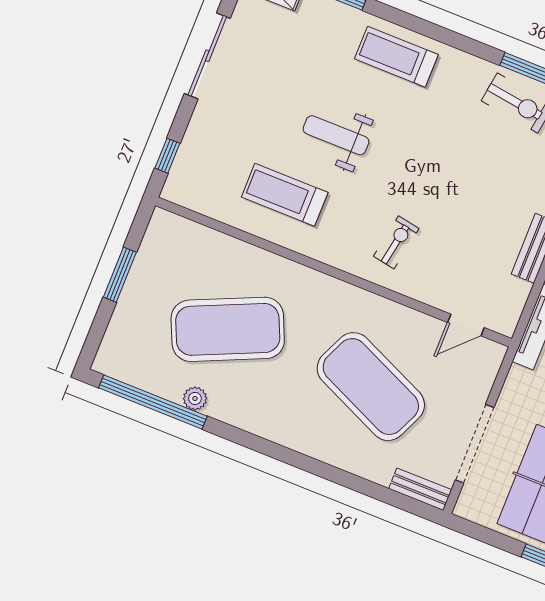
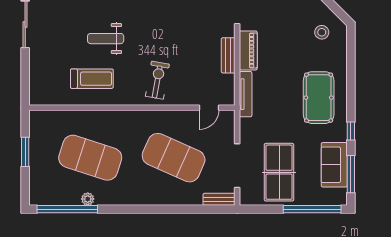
window: (167, 156) -> (25, 83), removed
treadmill: (285, 195) -> (92, 79), turned 180
exercise bike: (396, 242) -> (157, 80), width x1.38, depth x1.39
exercise mat: (228, 329) -> (90, 158), turned 42

